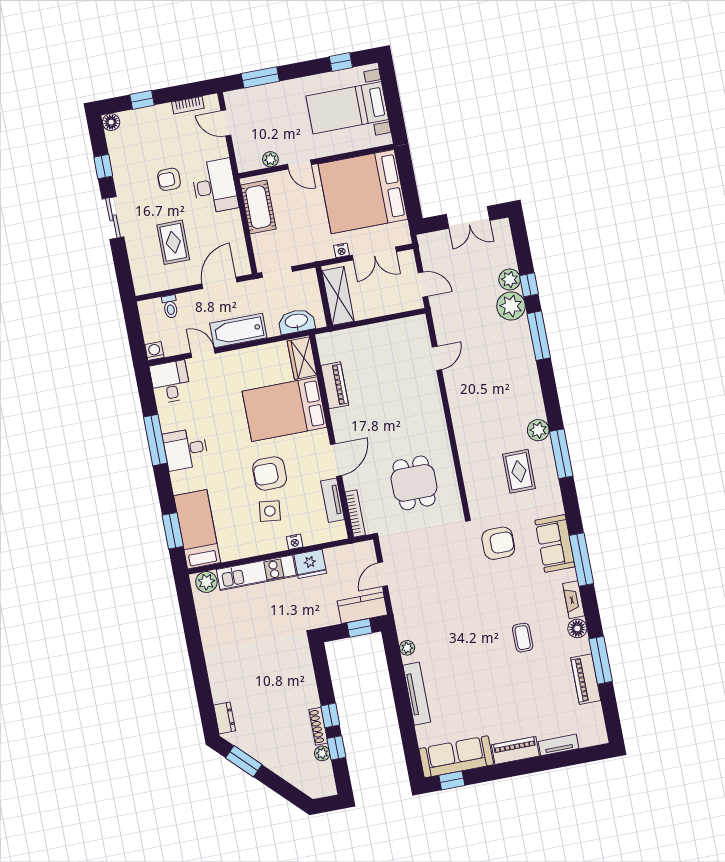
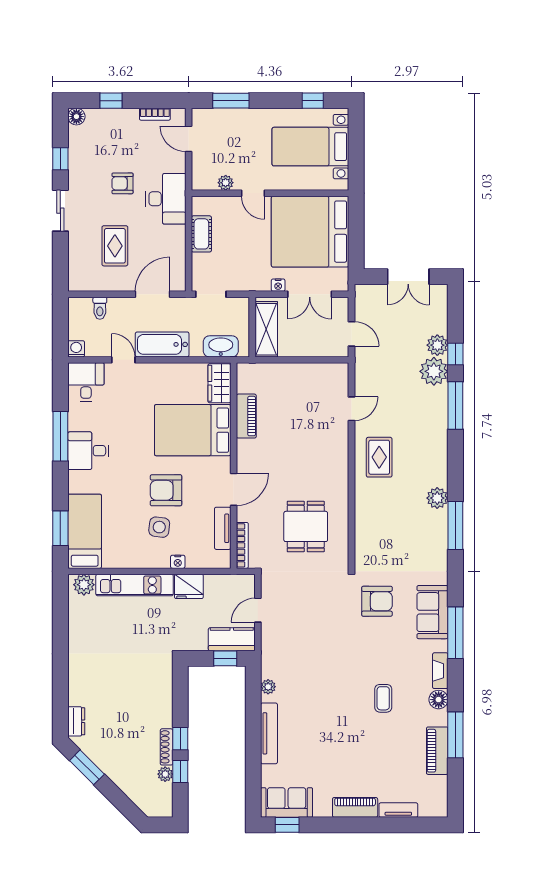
cot: (258, 207) -> (201, 234), width x0.73, depth x0.75
rug: (519, 471) -> (379, 457), moved
sofa: (456, 757) -> (287, 803), width x0.73

